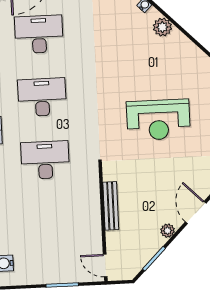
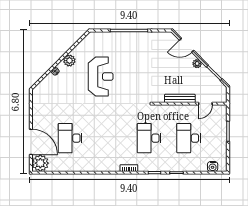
desk: (42, 97) -> (189, 138), moved
reception desk: (158, 120) -> (101, 77), moved
door: (105, 266) -> (205, 104), moved

